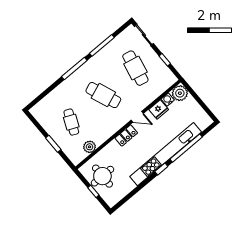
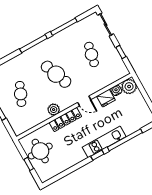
cafe table: (135, 68) -> (91, 54), width x0.73, depth x0.74
locker: (126, 135) -> (65, 120), width x1.53
plant: (90, 147) -> (54, 110), moved
kitchen unit: (166, 154) -> (104, 142), width x0.54

